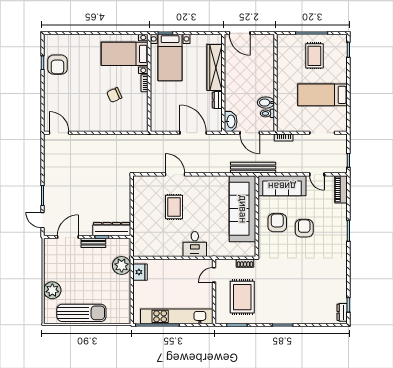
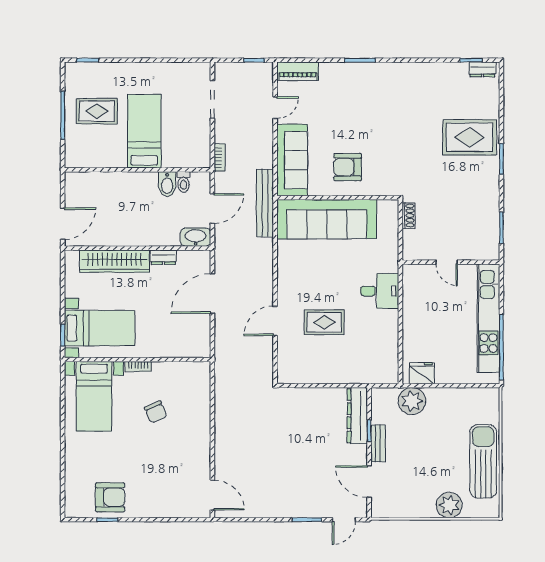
bed: (323, 95) -> (144, 131), moved, turned 180
door: (59, 133) -> (212, 495), swing flipped
armchair: (304, 228) -> (356, 127), removed
door: (214, 275) -> (447, 262), moved
rug: (242, 297) -> (470, 137), moved

